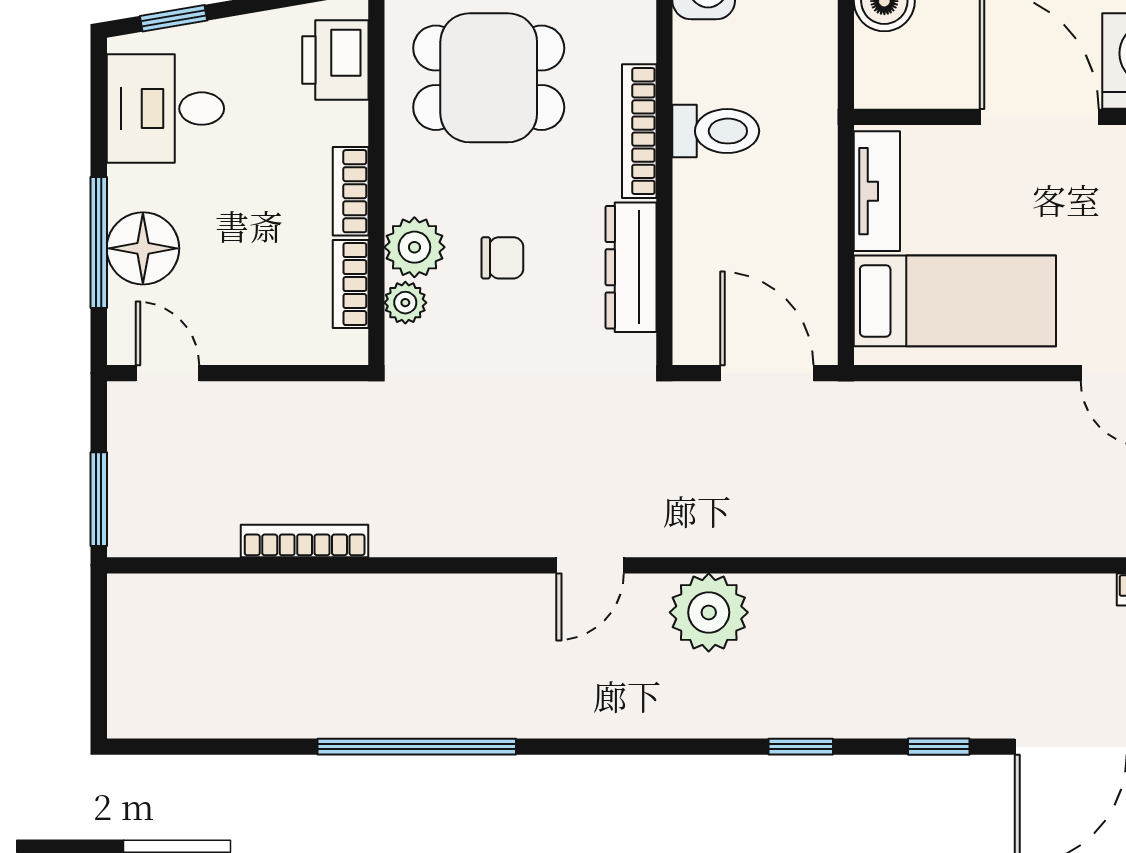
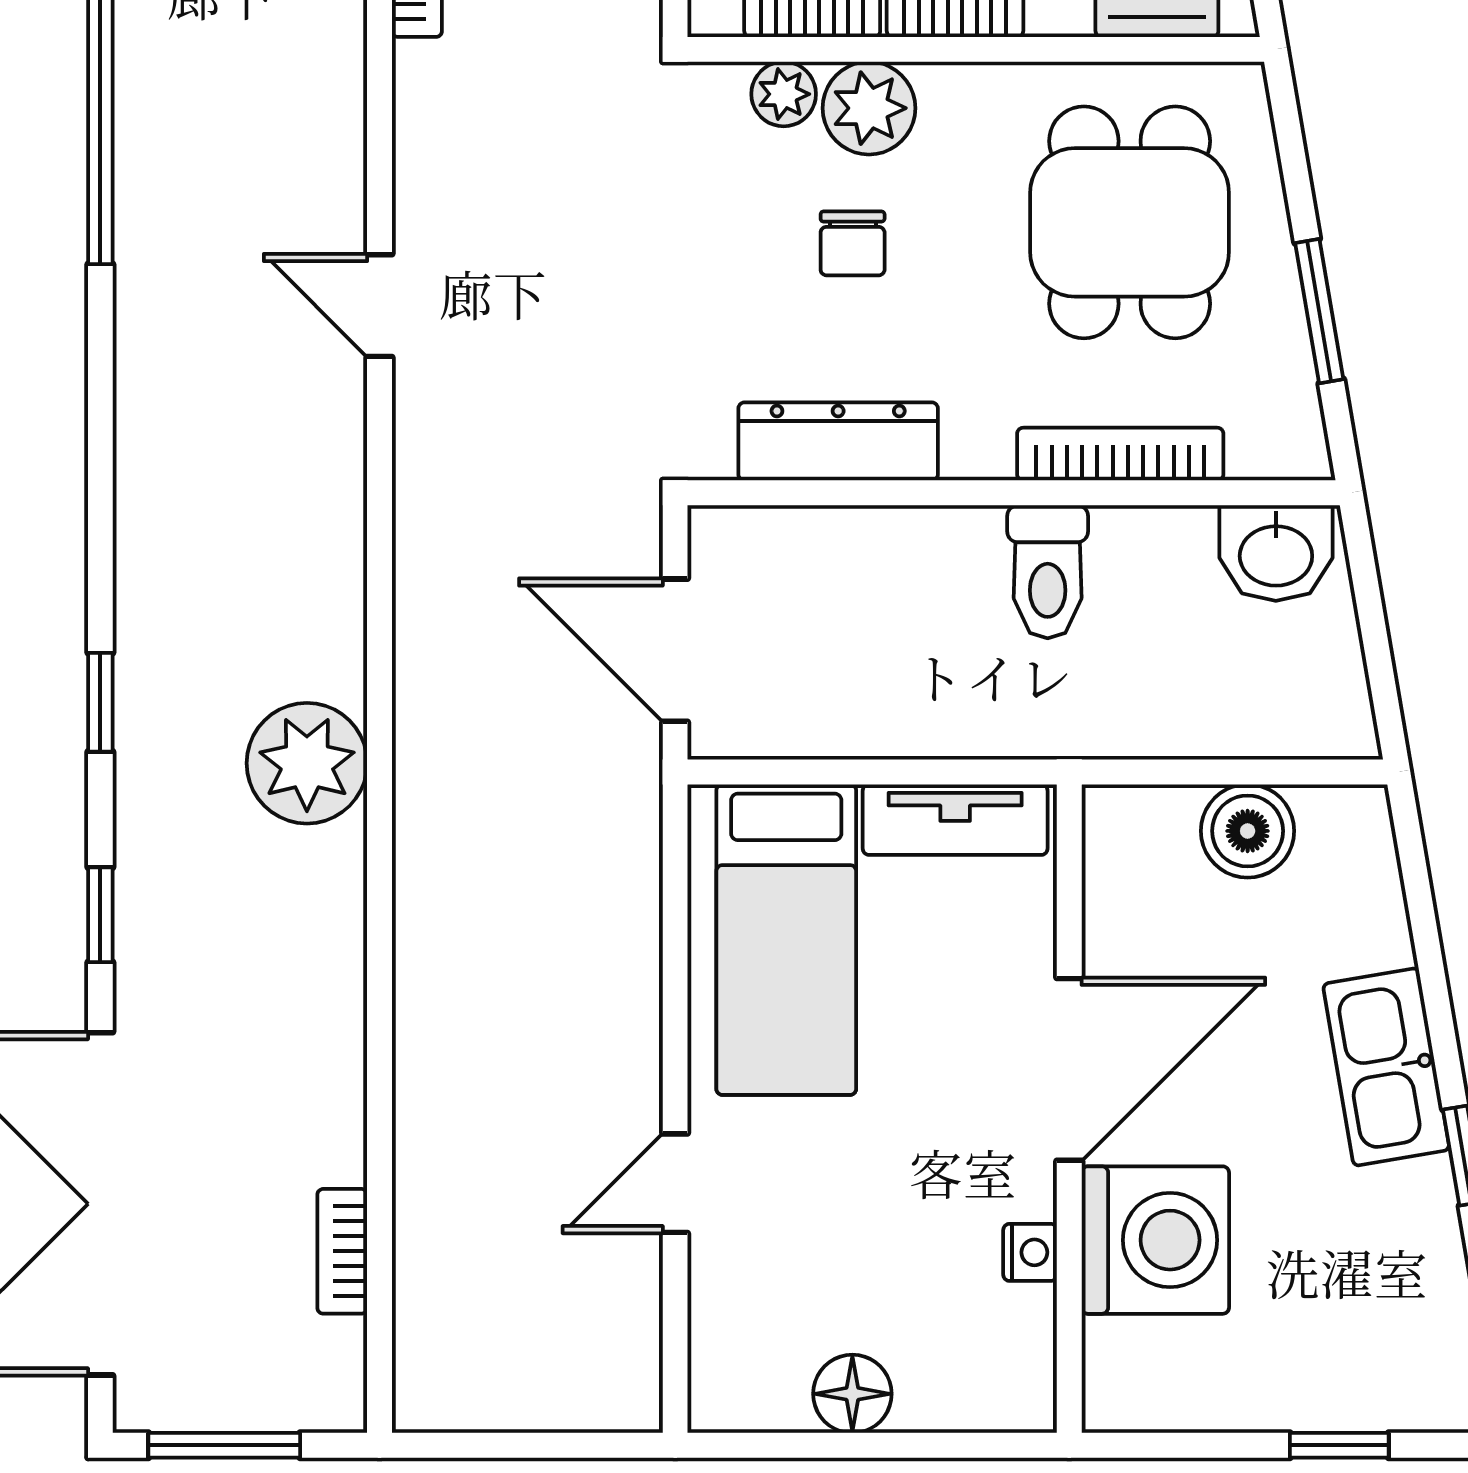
bookcase: (639, 131) -> (1120, 454), moved
door: (767, 373) -> (675, 650), swing flipped
door: (590, 565) -> (380, 306), moved
plant: (709, 612) -> (307, 763), moved

